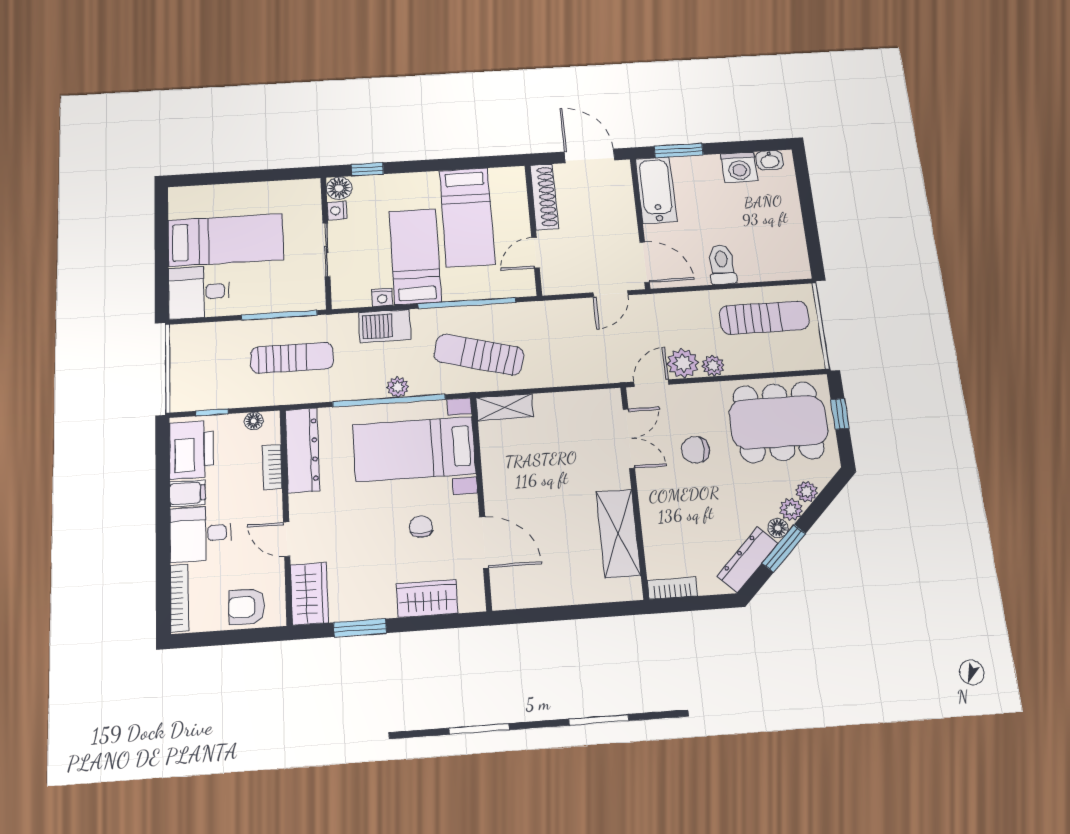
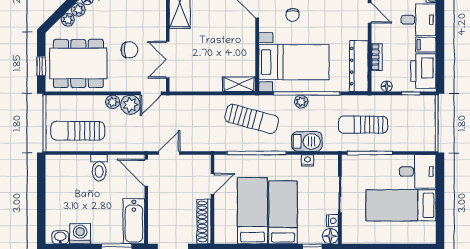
bed: (415, 256) -> (283, 212), moved, turned 180

